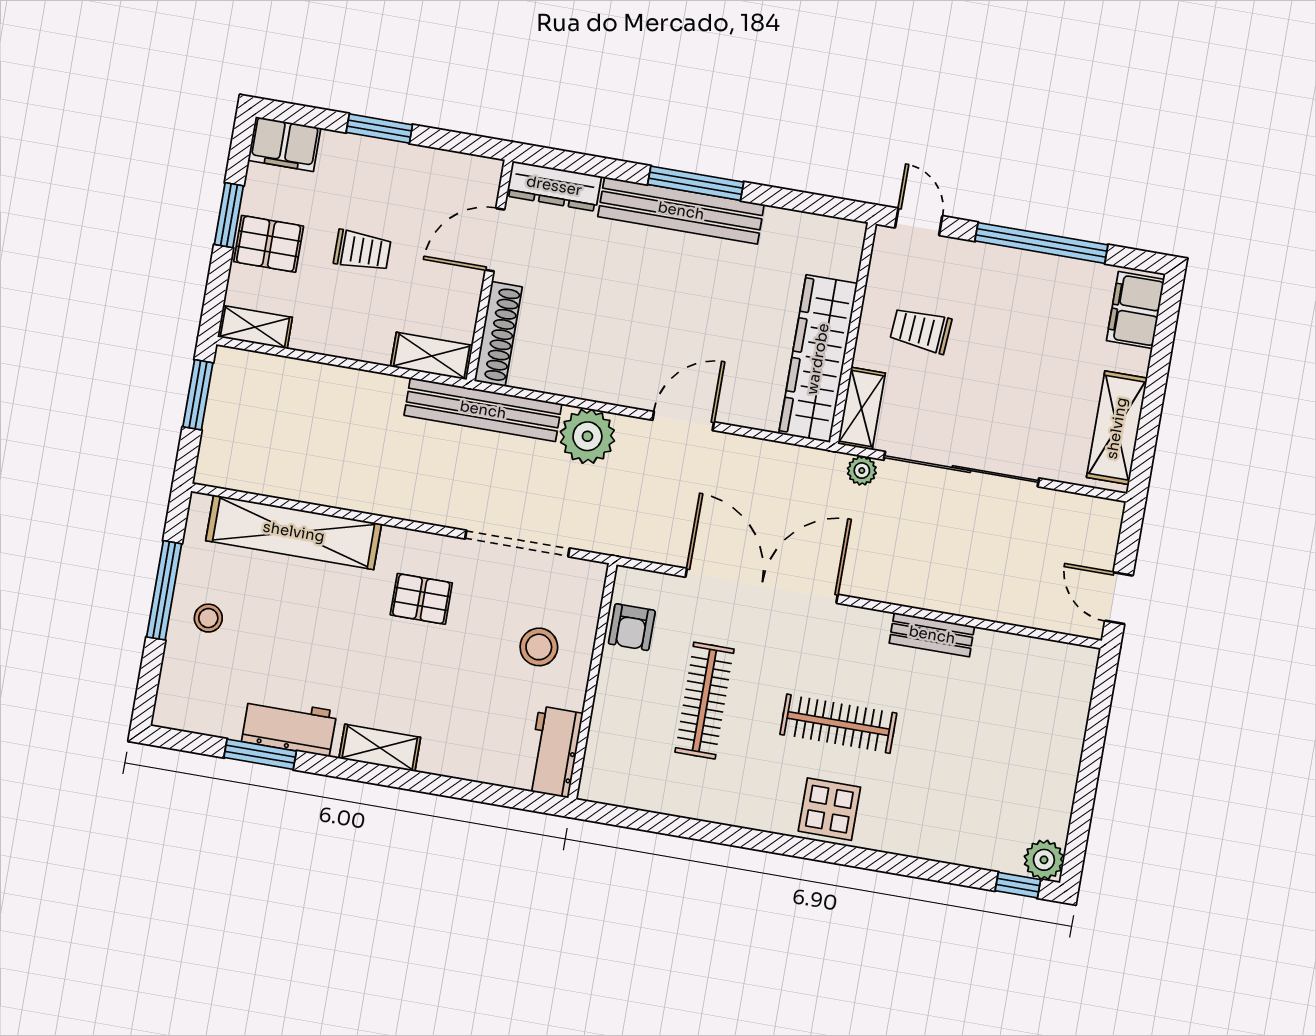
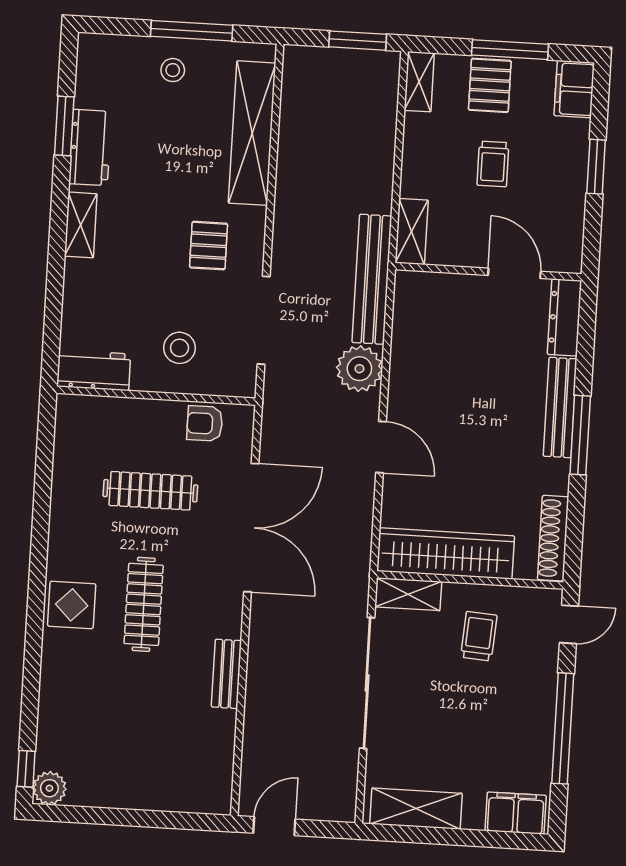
bench: (681, 211) -> (560, 407), width x0.73, depth x0.82
window: (229, 215) -> (510, 50), width x1.44
shoe rack: (498, 334) -> (553, 538), moved, turned 90
plant: (862, 471) -> (356, 600), removed

